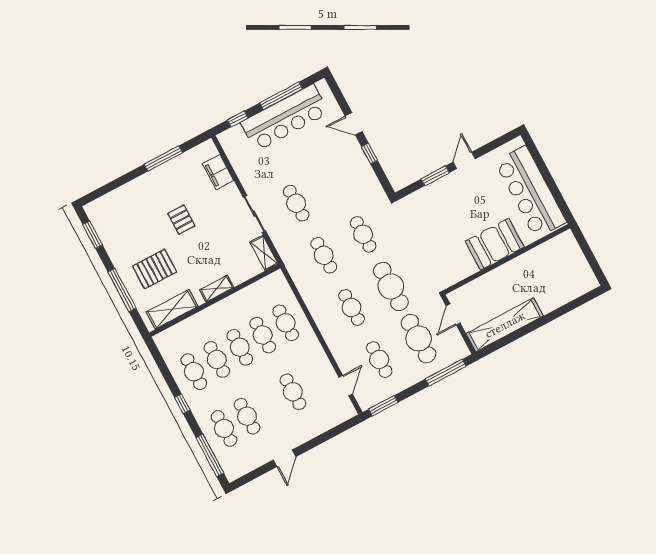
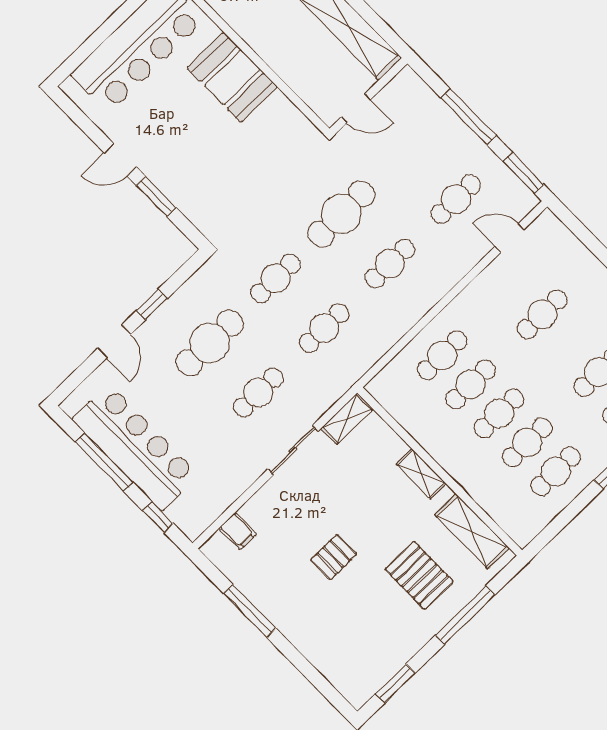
filing cabinet: (218, 172) -> (238, 531), width x0.50
cafe table: (419, 339) -> (210, 343), moved
window: (446, 373) -> (468, 117), moved

